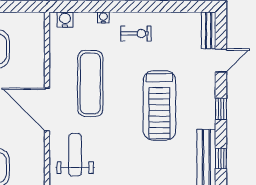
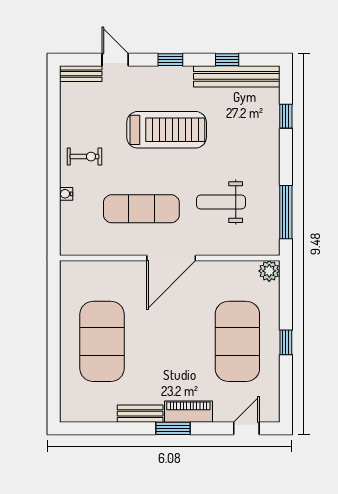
water cooler: (65, 20) -> (69, 238), removed
exercise bike: (136, 34) -> (84, 157), turned 90
weight bench: (75, 155) -> (221, 202), moved

